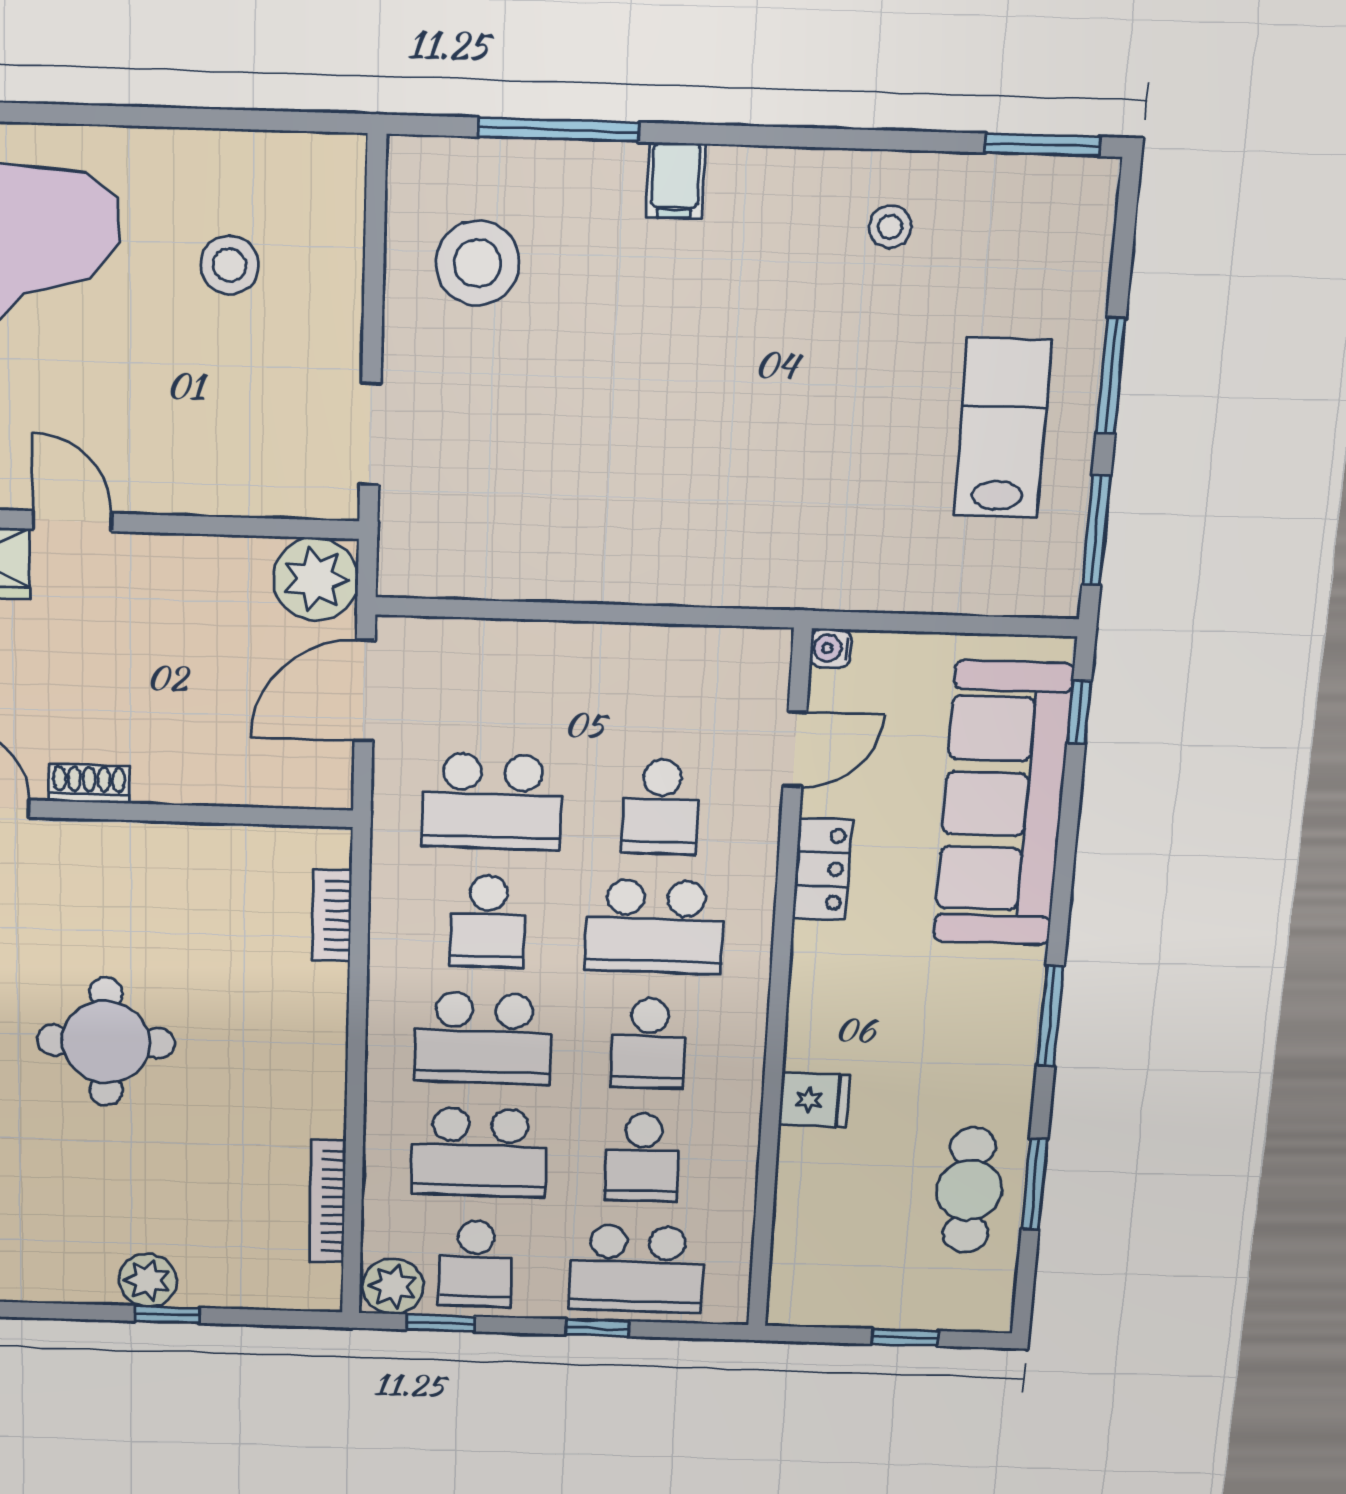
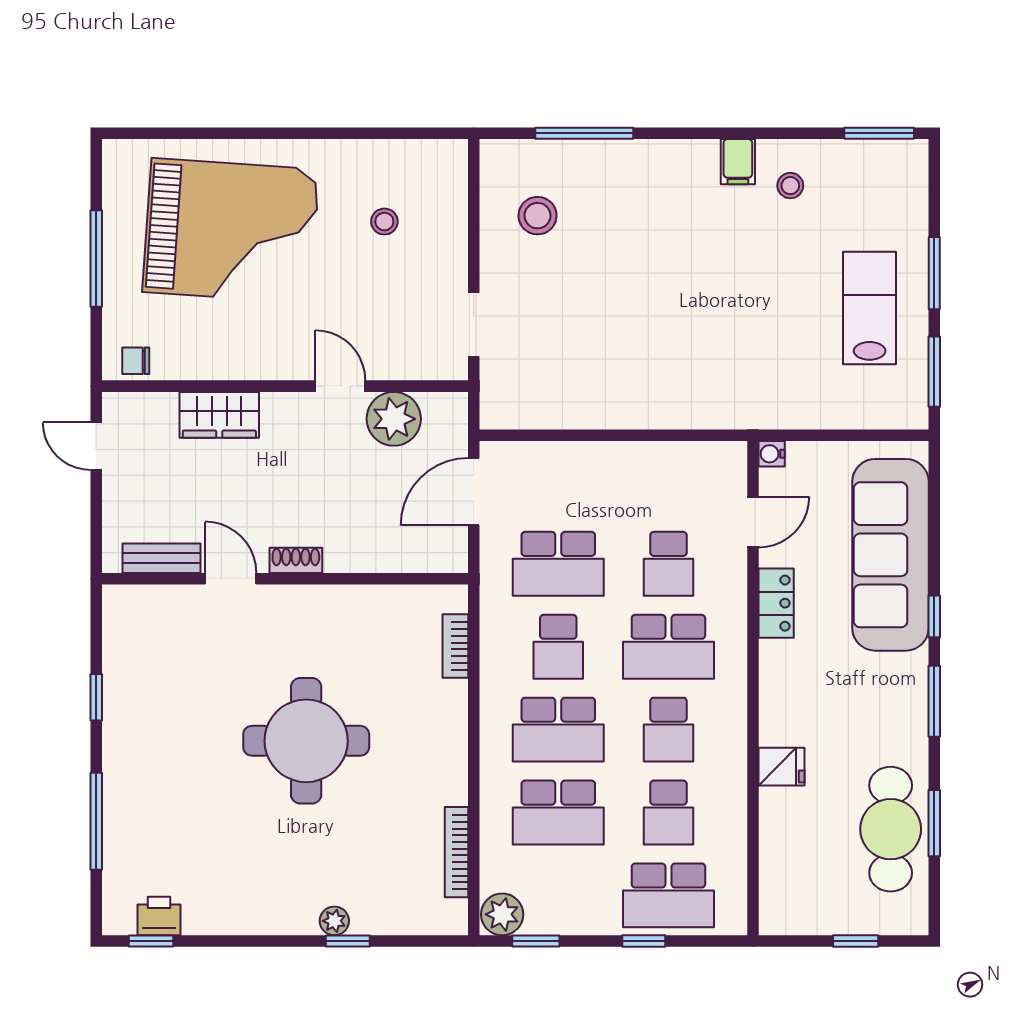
filing cabinet: (676, 180) -> (738, 162), moved
stool: (477, 263) -> (537, 216), width x0.73, depth x0.73
stool: (230, 265) -> (384, 222), width x0.73, depth x0.73
door: (72, 521) -> (340, 386), moved
plant: (316, 579) -> (394, 419), moved
window: (1079, 712) -> (934, 616), moved
round table: (106, 1042) -> (306, 741), width x1.36, depth x1.36
cafe table: (969, 1190) -> (891, 829), width x1.37, depth x1.35
school desk: (475, 1264) -> (558, 895), removed
plant: (148, 1280) -> (334, 921), width x0.73, depth x0.73

